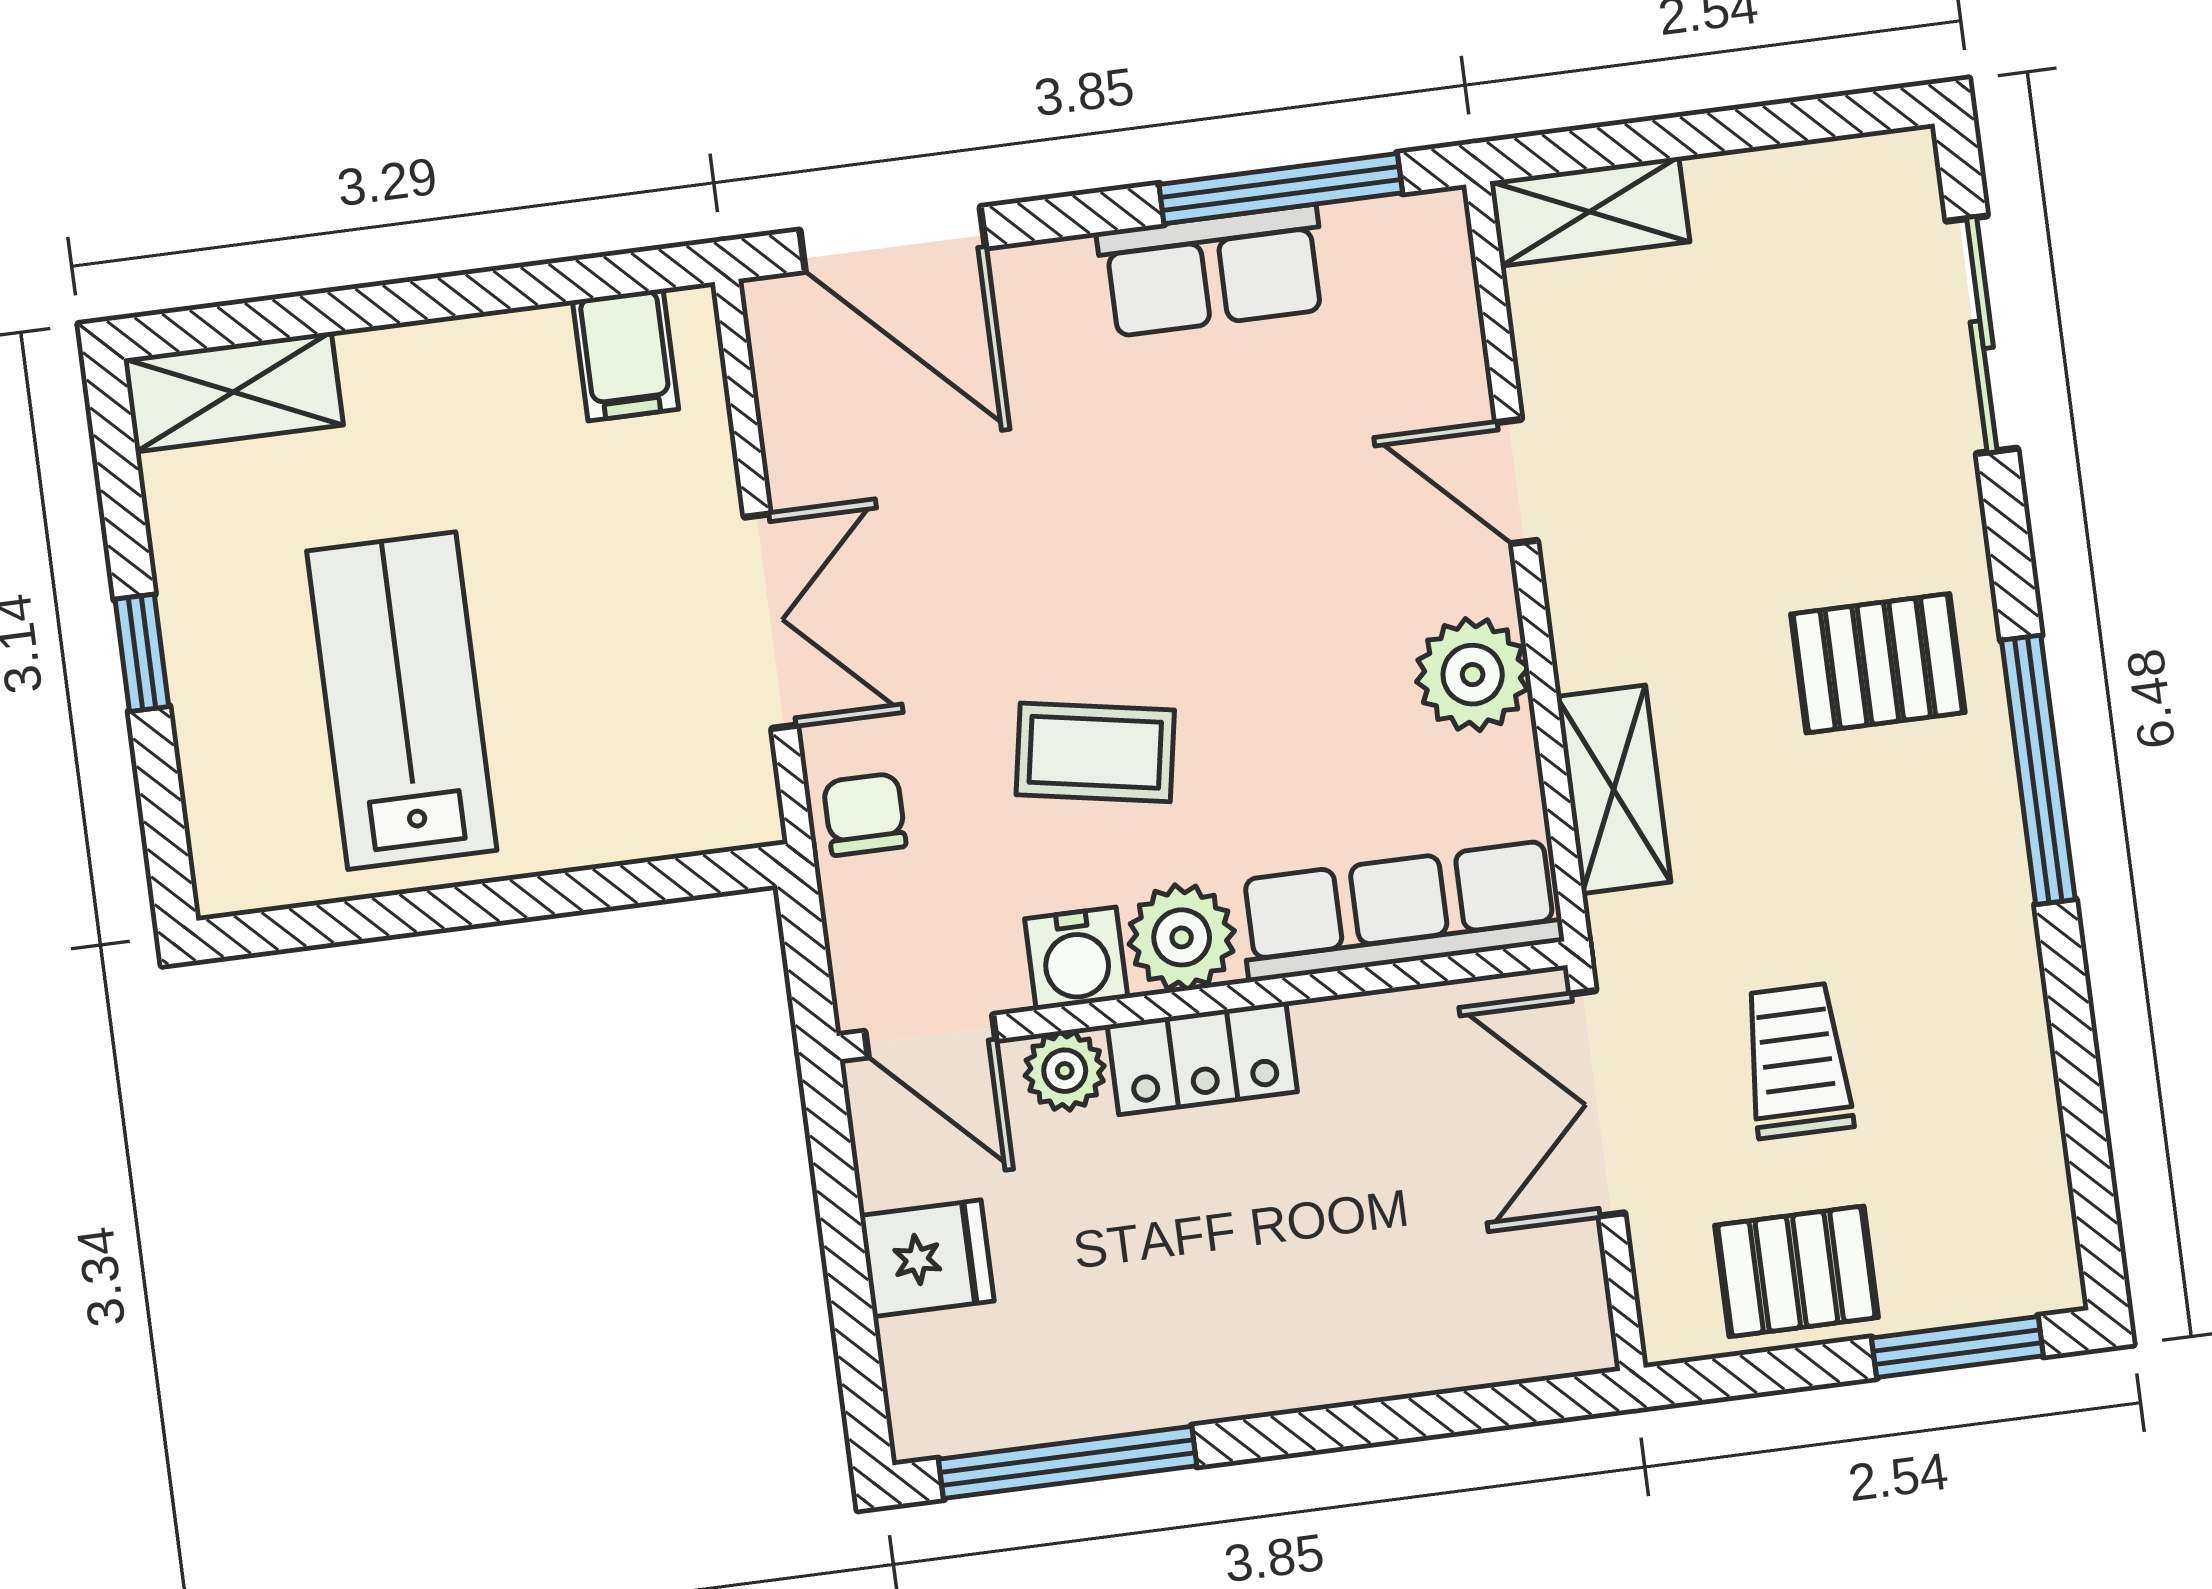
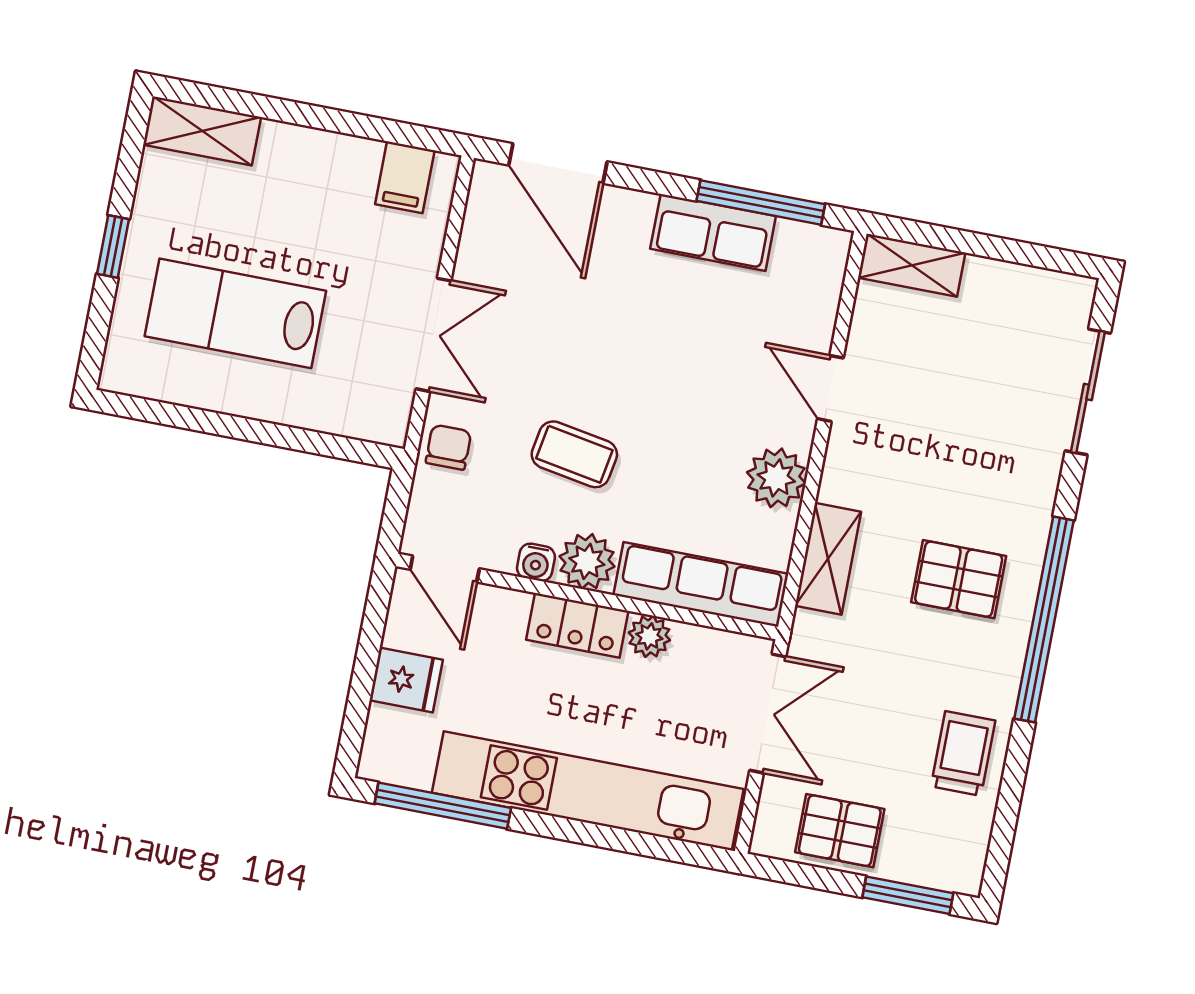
pallet: (1878, 663) -> (959, 579), moved
lab bench: (402, 701) -> (235, 313), turned -90
window: (2038, 770) -> (1044, 619), width x1.46
water cooler: (1076, 958) -> (536, 562), width x0.72, depth x0.72
trolley: (1797, 1061) -> (963, 753), moved
plant: (1065, 1071) -> (649, 636), moved
double door: (1597, 1103) -> (768, 714), swing flipped
kitchen unit: (1320, 1350) -> (588, 791), added

